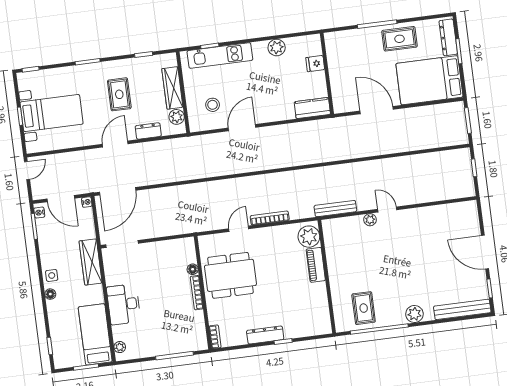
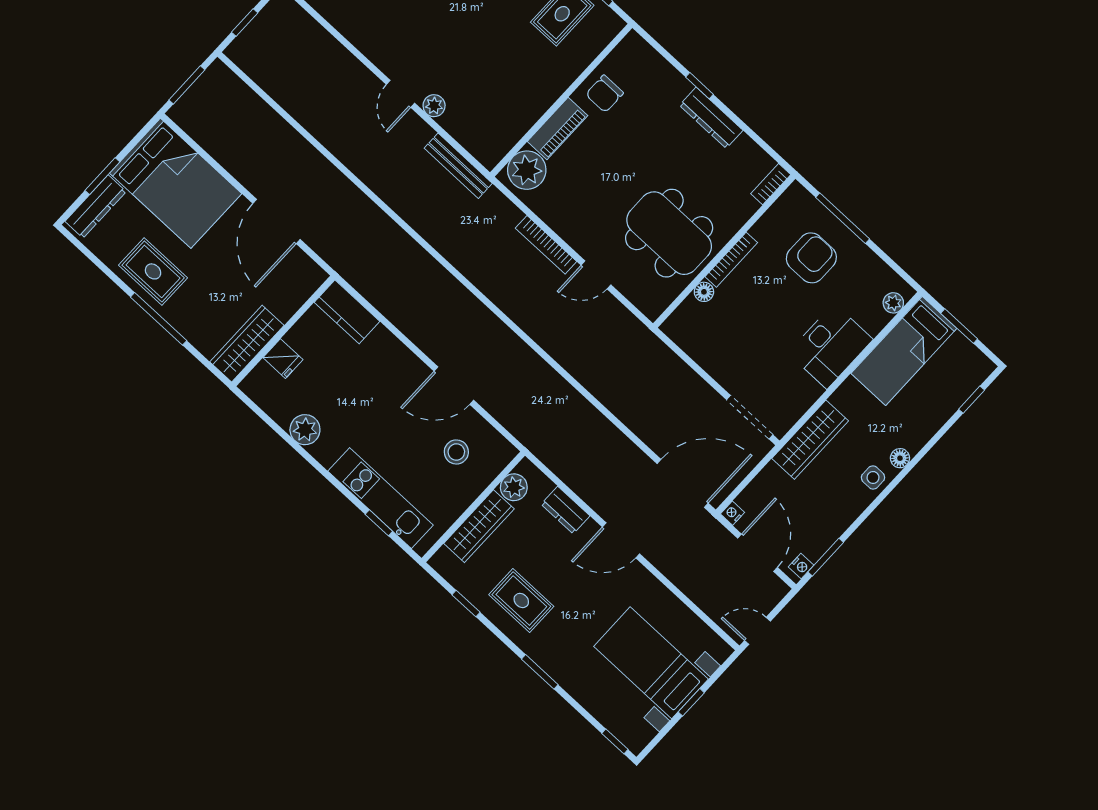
wardrobe: (335, 53) -> (247, 344), added
rug: (119, 94) -> (521, 600), moved, turned 90
chair: (314, 298) -> (605, 94), added
armchair: (169, 328) -> (811, 258), added

